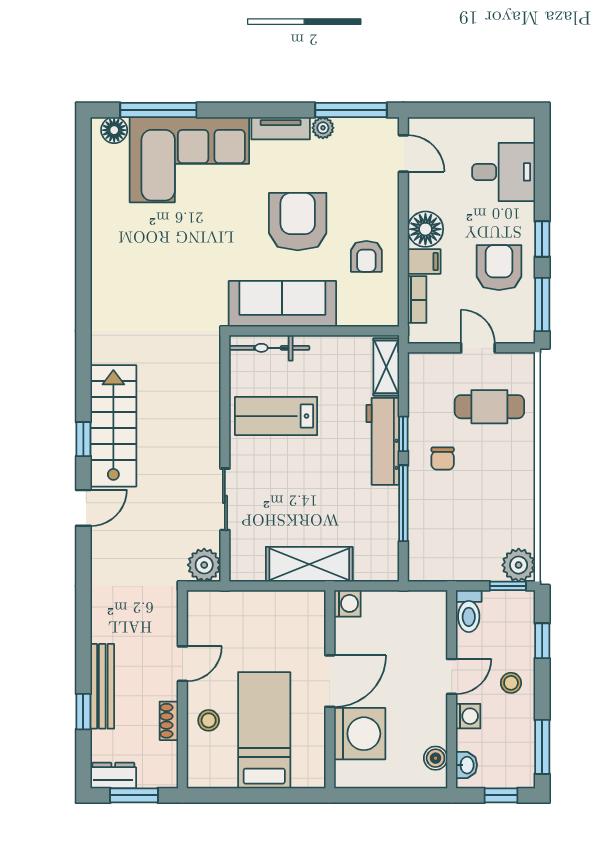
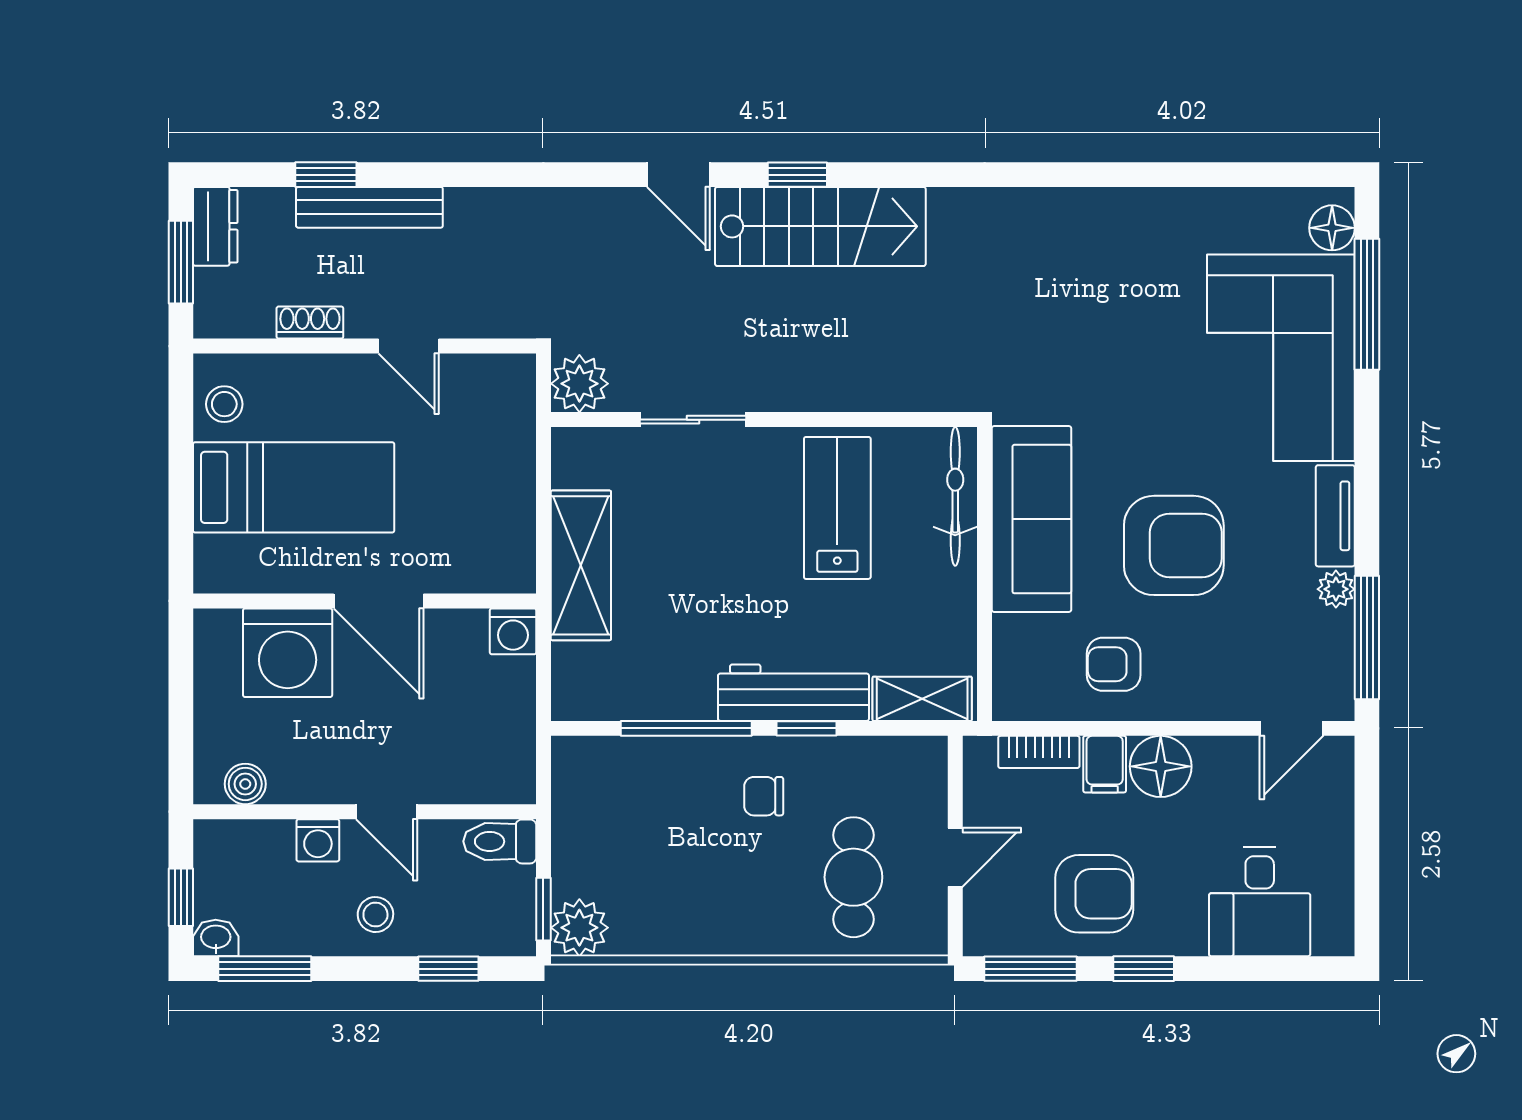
stool: (209, 720) -> (224, 404), moved
washbasin: (466, 765) -> (216, 938), moved, turned 180

